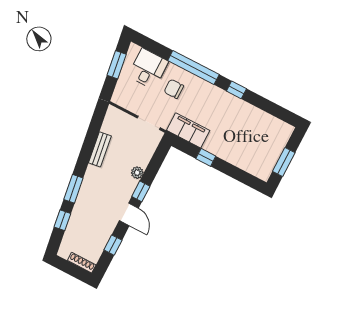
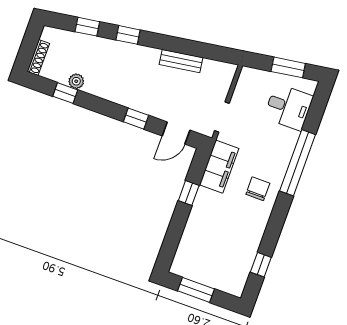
chair: (174, 89) -> (258, 189), moved
window: (236, 90) -> (261, 265), moved
plant: (137, 173) -> (76, 81), moved
window: (73, 189) -> (128, 35), width x0.67
door: (129, 214) -> (176, 133), moved

